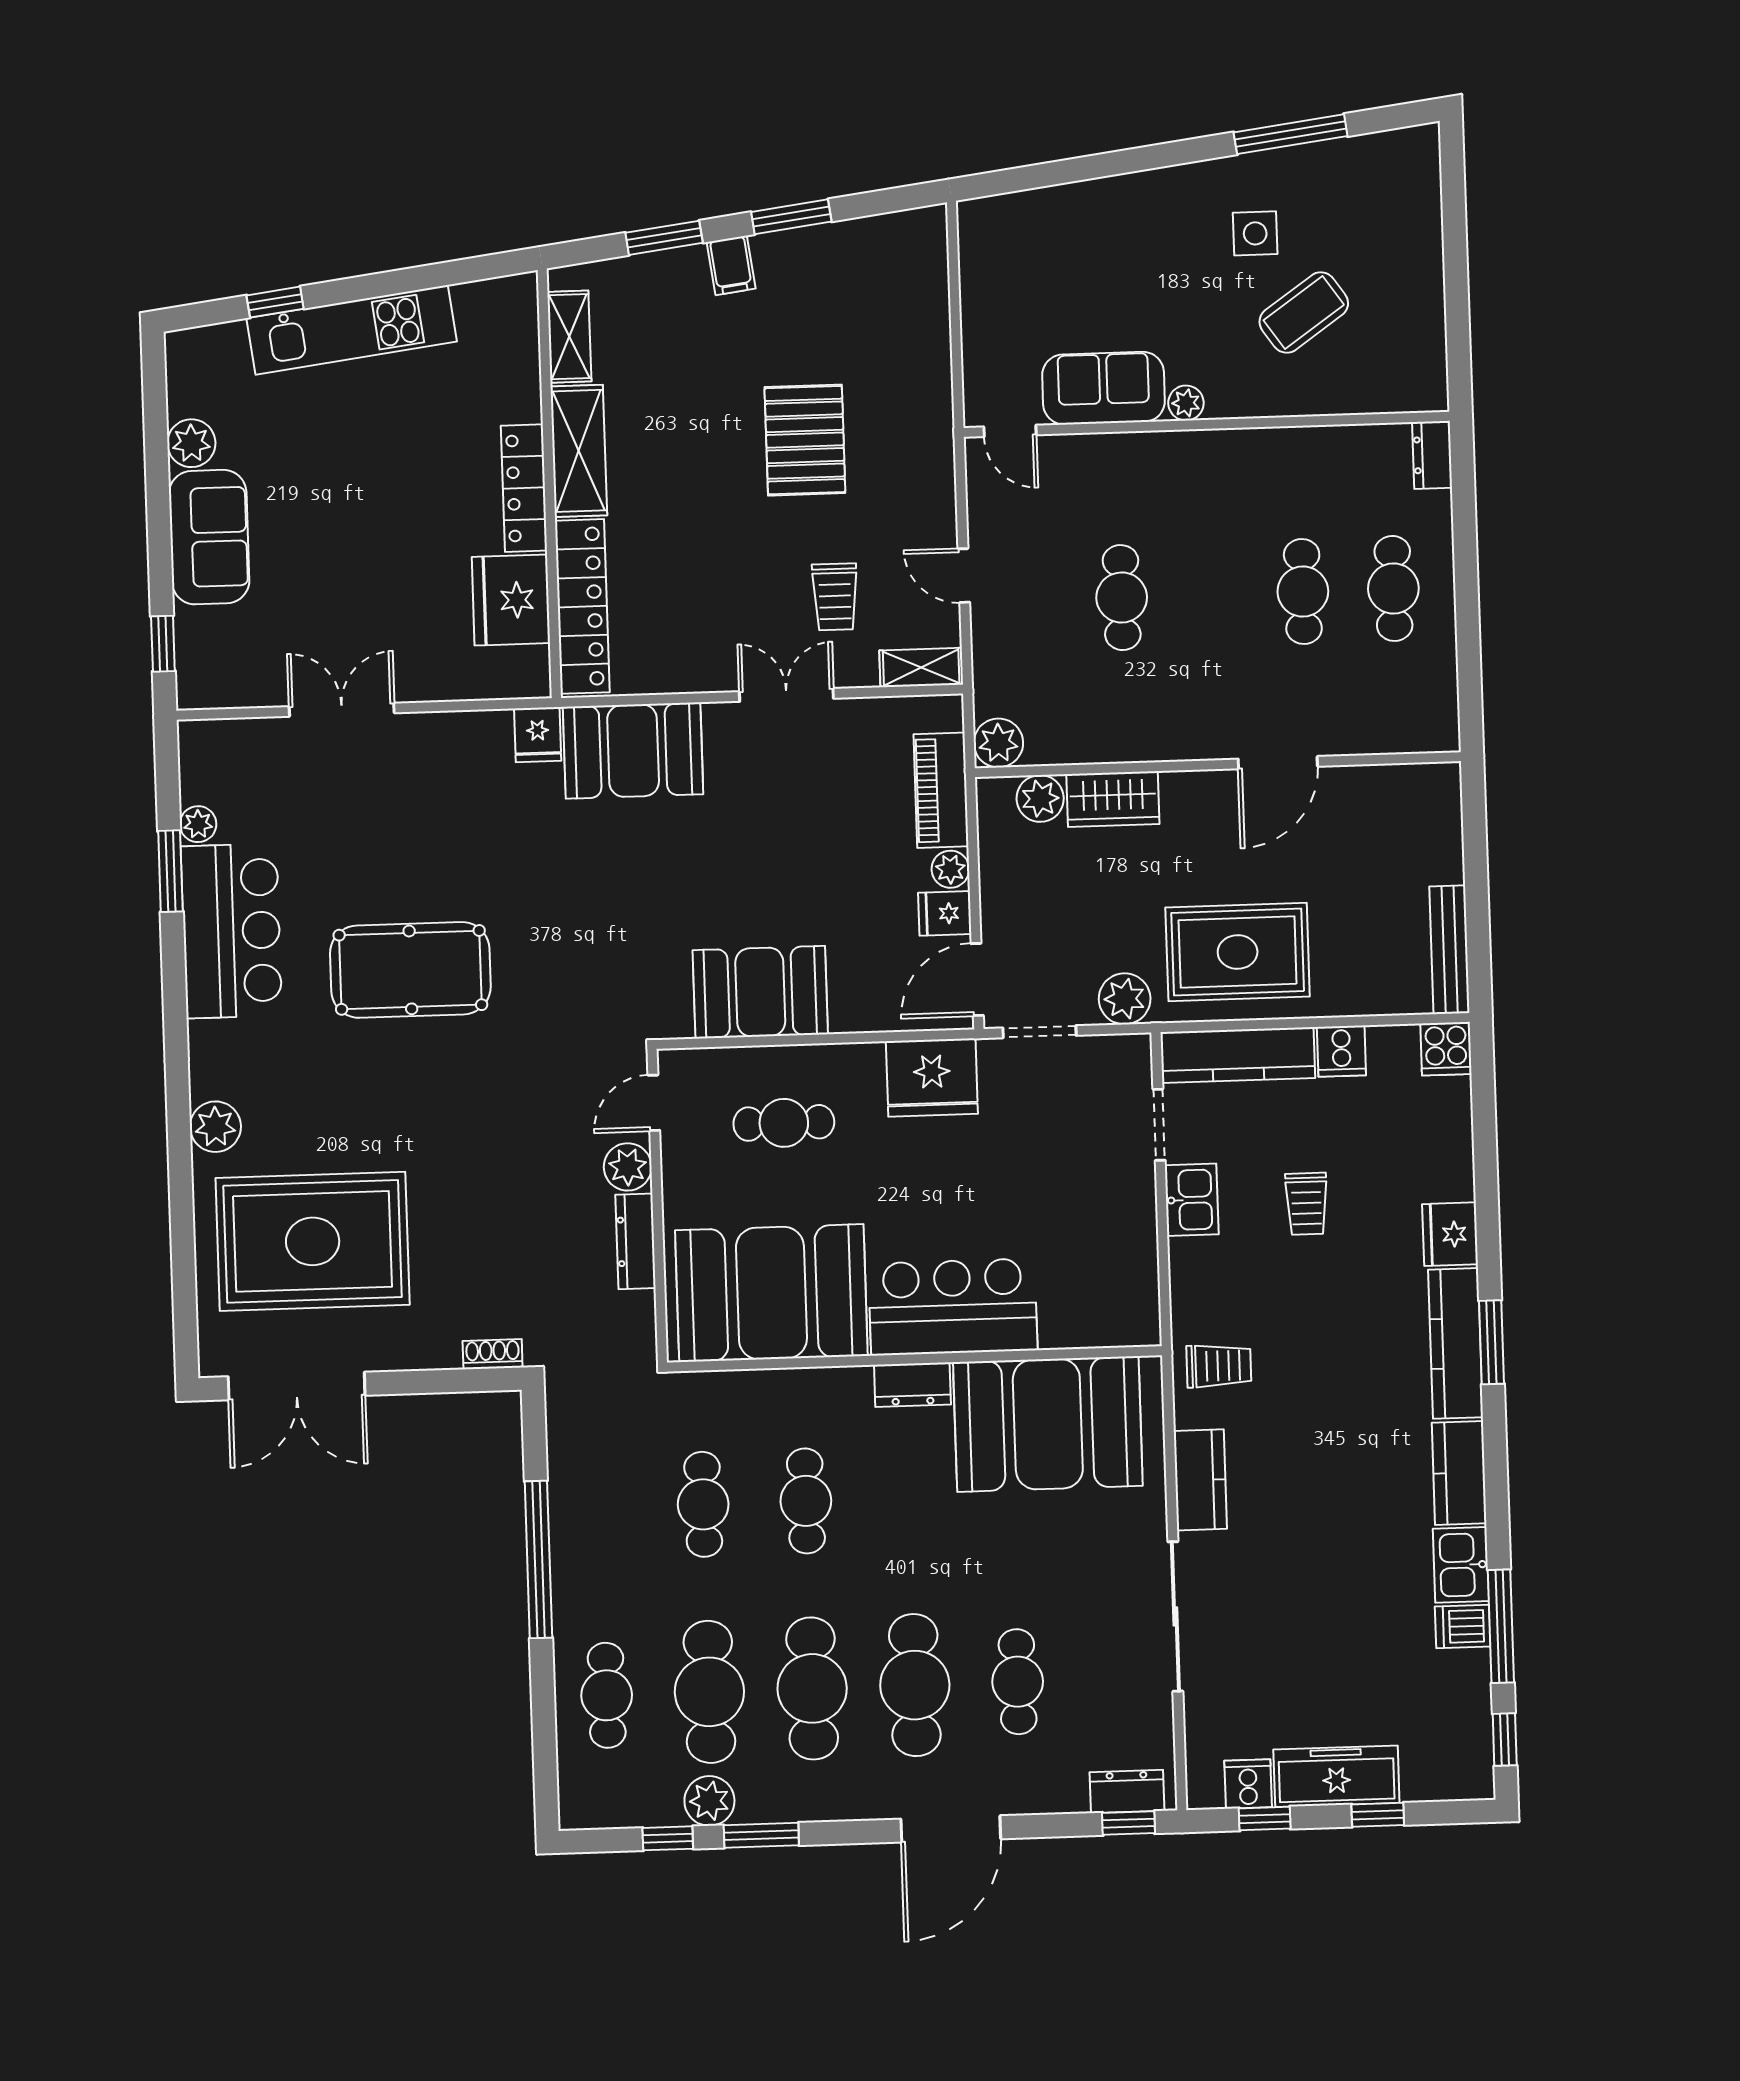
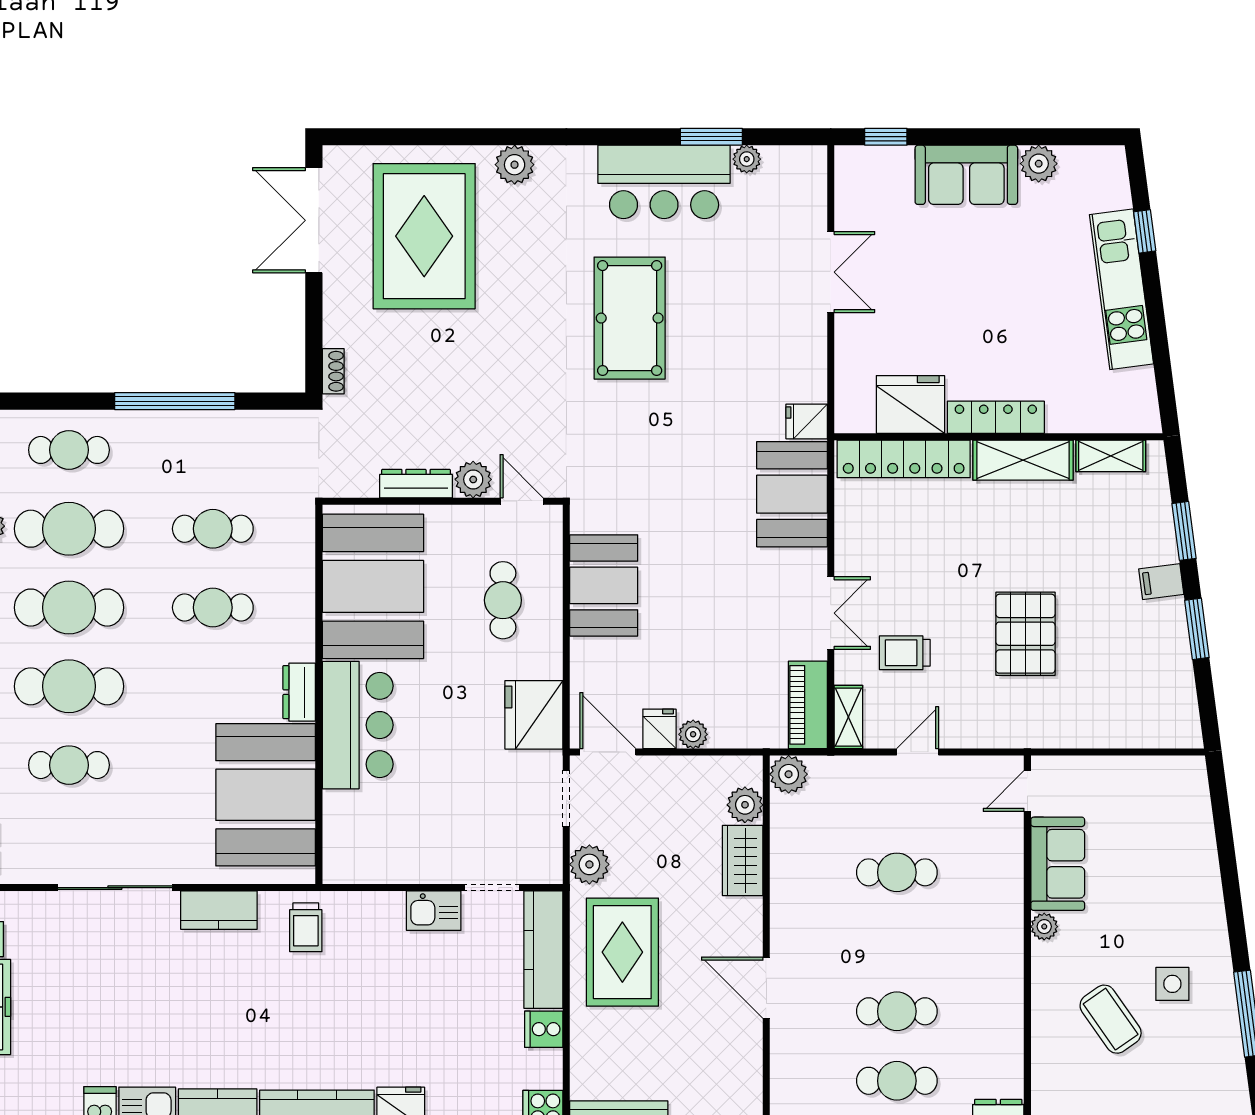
pallet: (805, 440) -> (1025, 634), turned 90
piano: (941, 790) -> (808, 705), moved, turned -90
trolley: (1306, 1204) -> (428, 999), removed

